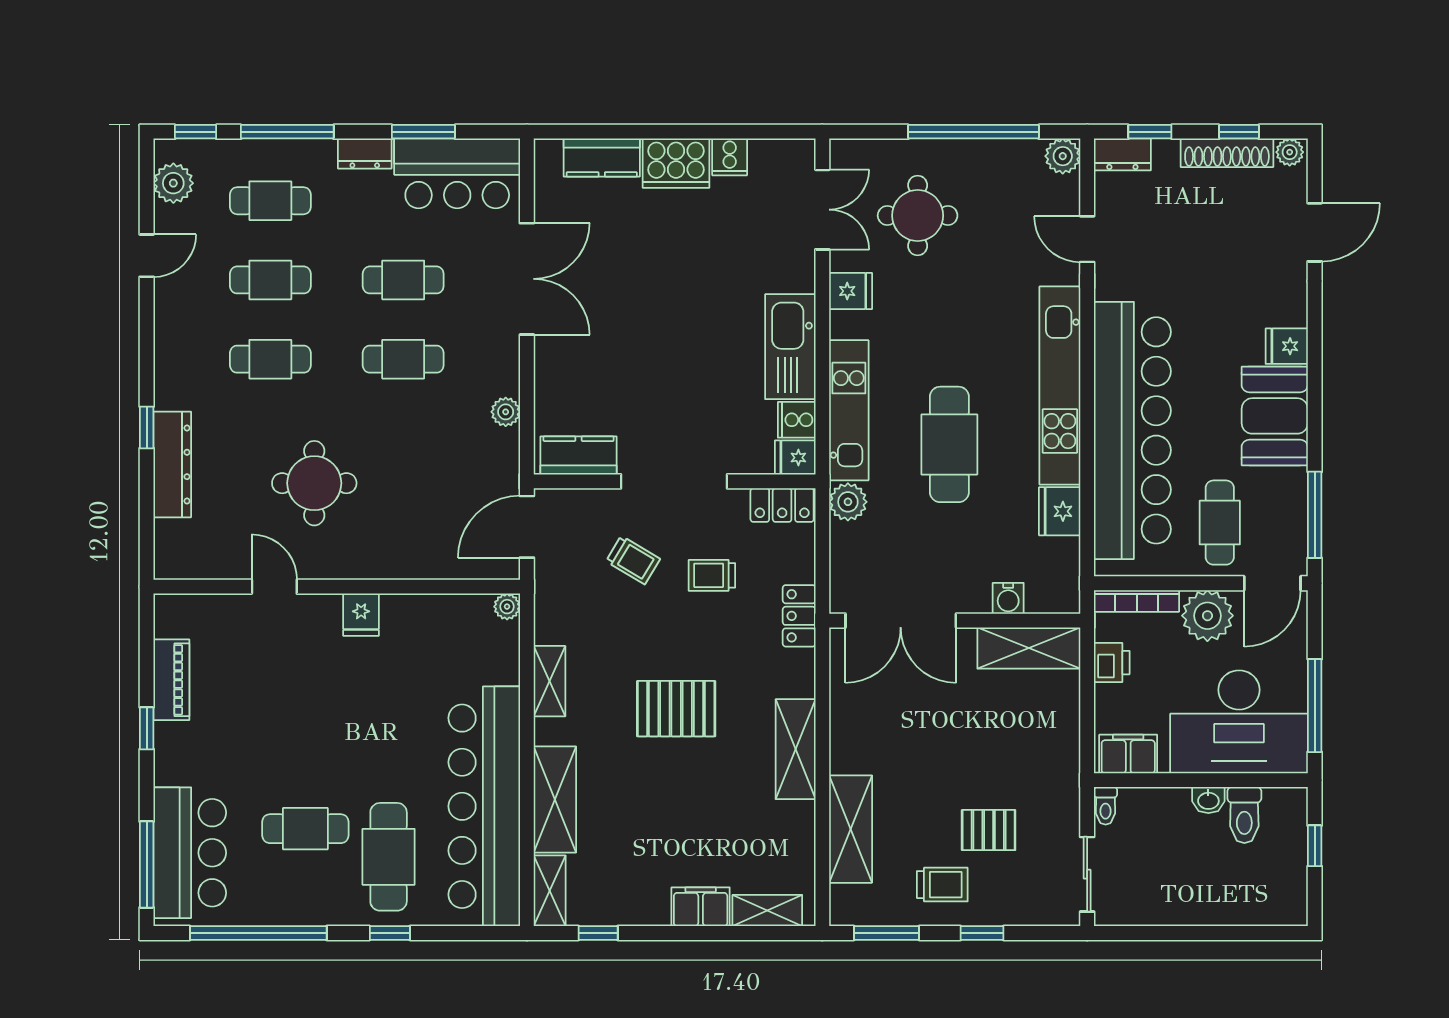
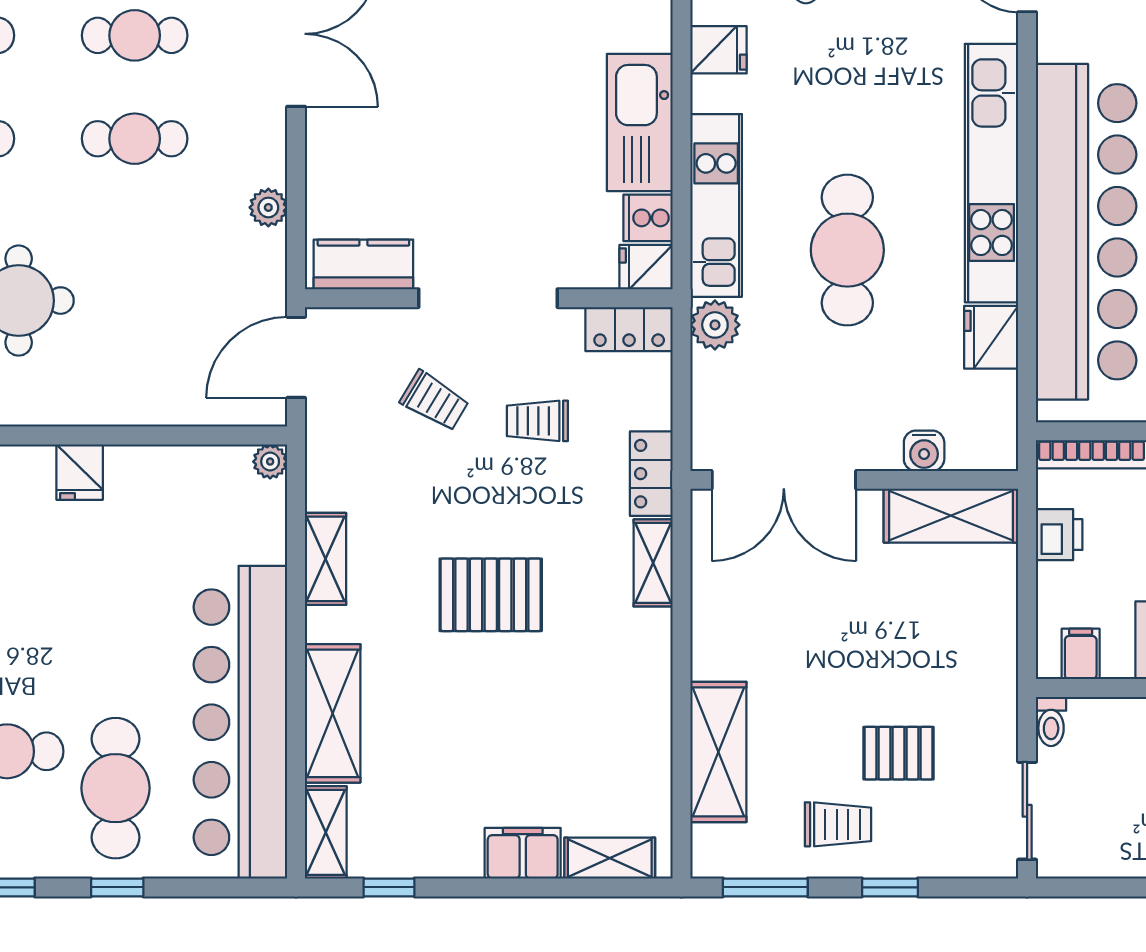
shelving: (796, 749) -> (653, 563), moved, width x0.67, depth x0.75
filing cabinet: (1128, 754) -> (1081, 654), width x0.50

